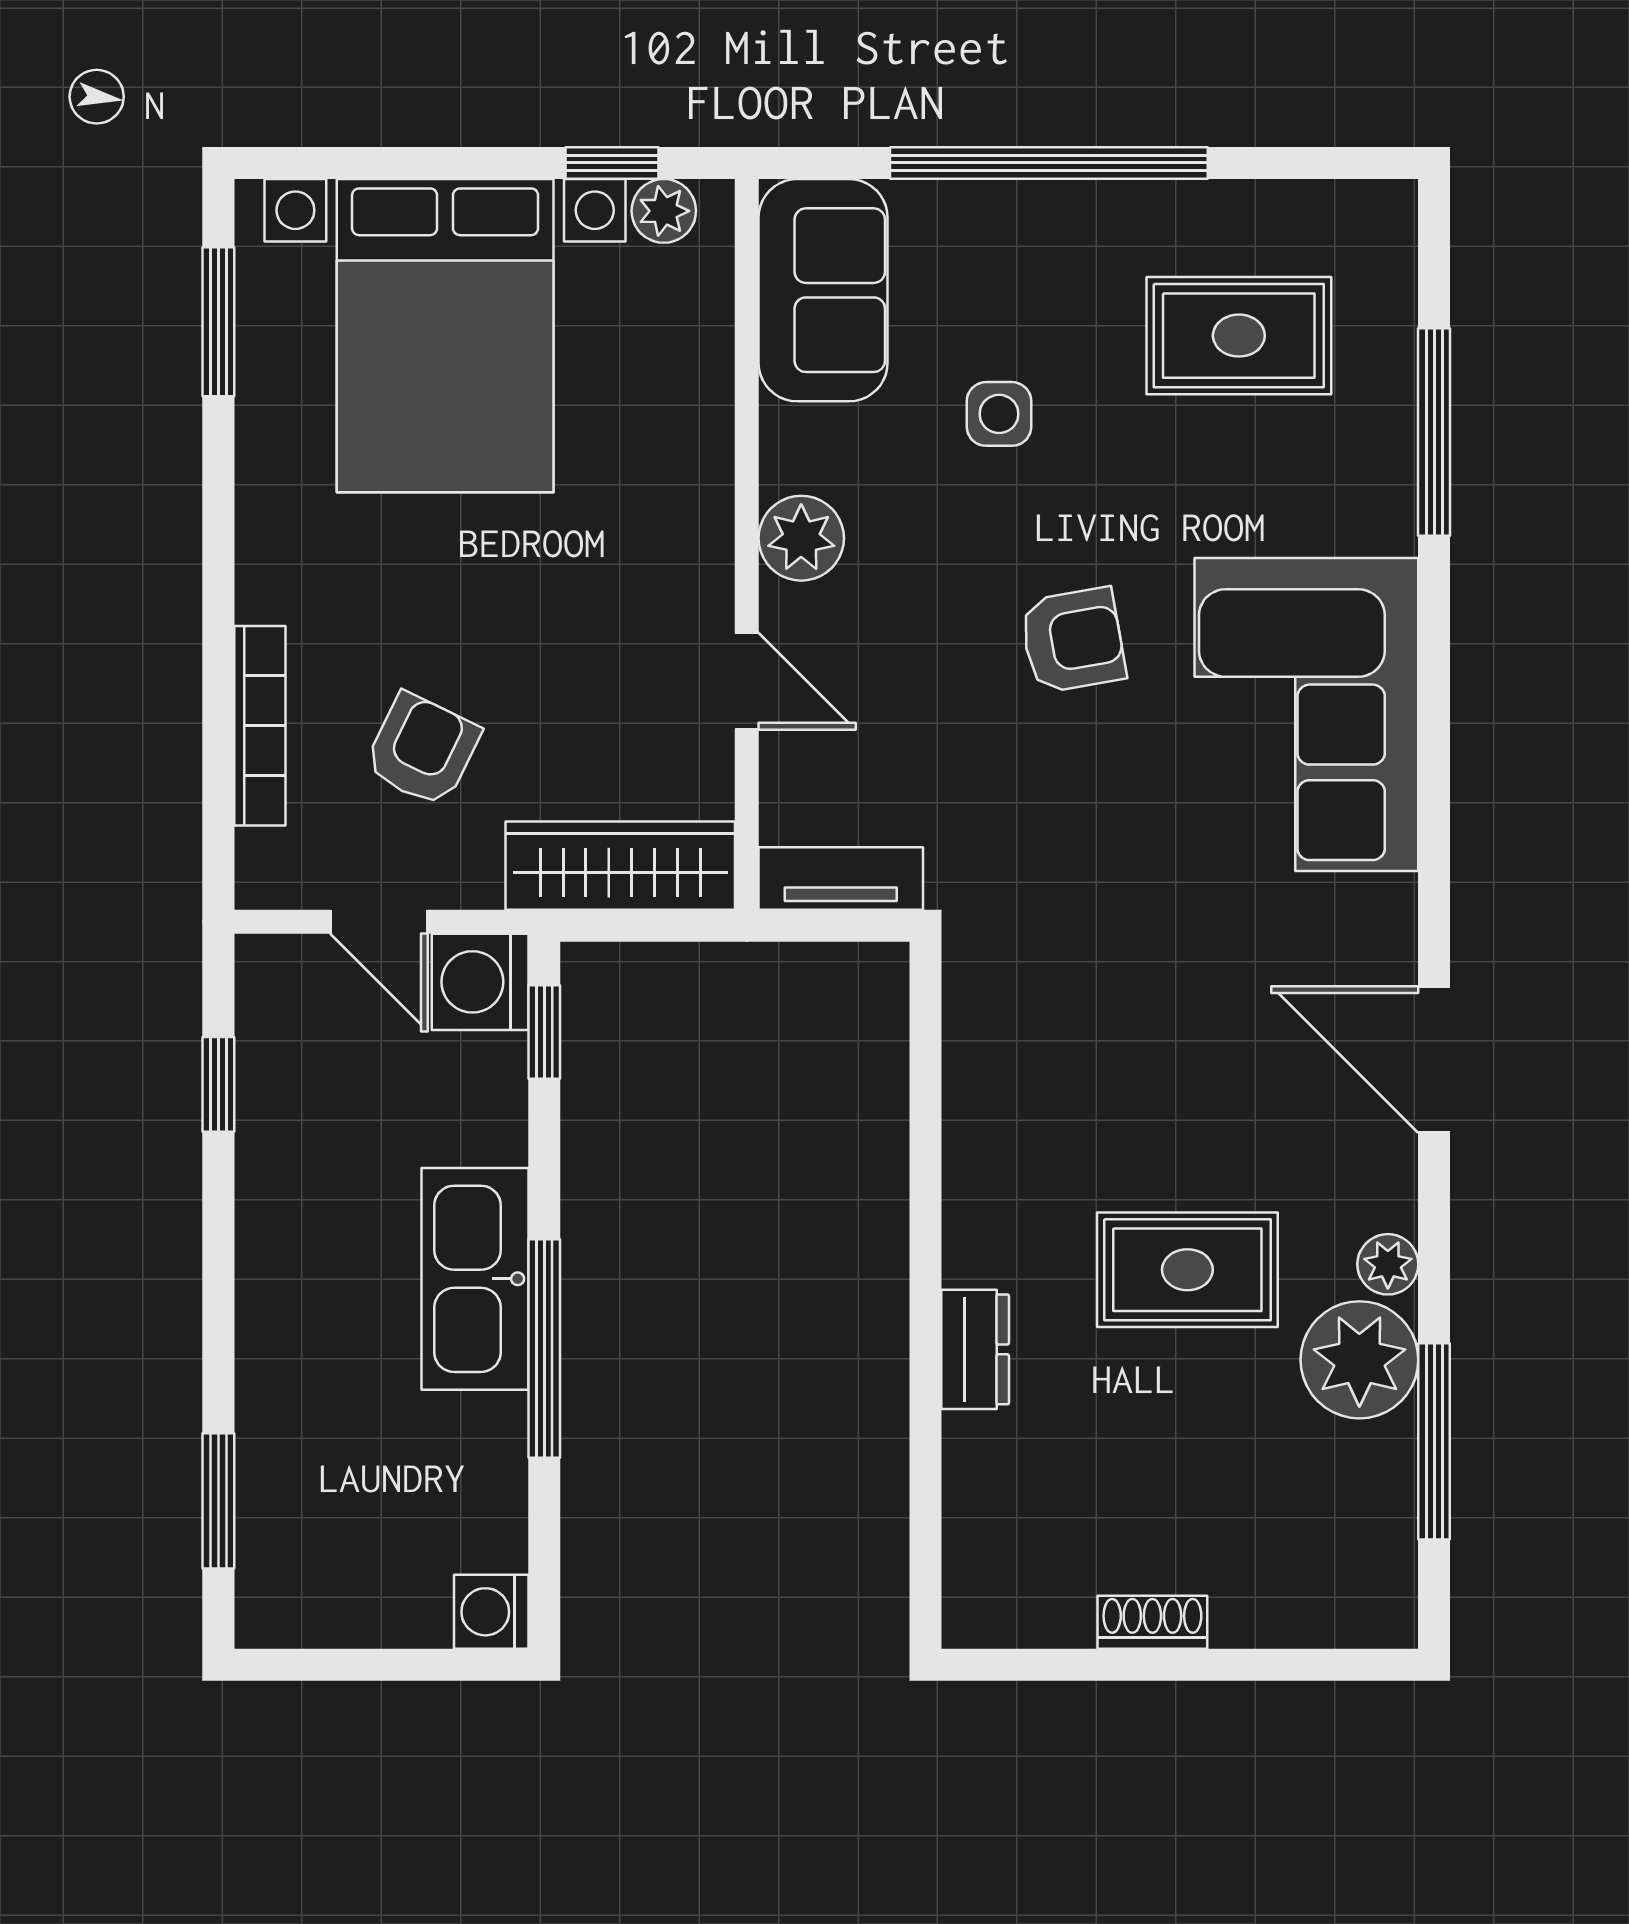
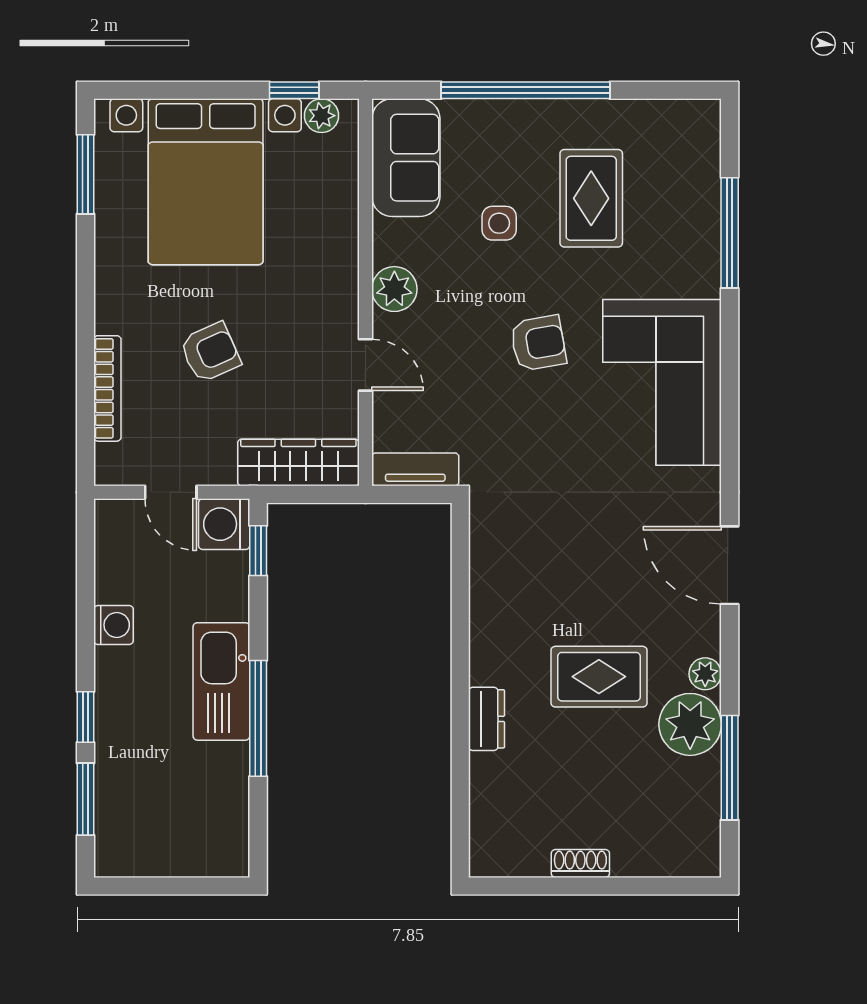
rug: (1239, 336) -> (591, 198), moved, turned 90
armchair: (422, 750) -> (210, 352), moved, turned 40
window: (218, 1084) -> (85, 717), moved
washing machine: (491, 1612) -> (114, 625), moved, turned 180

